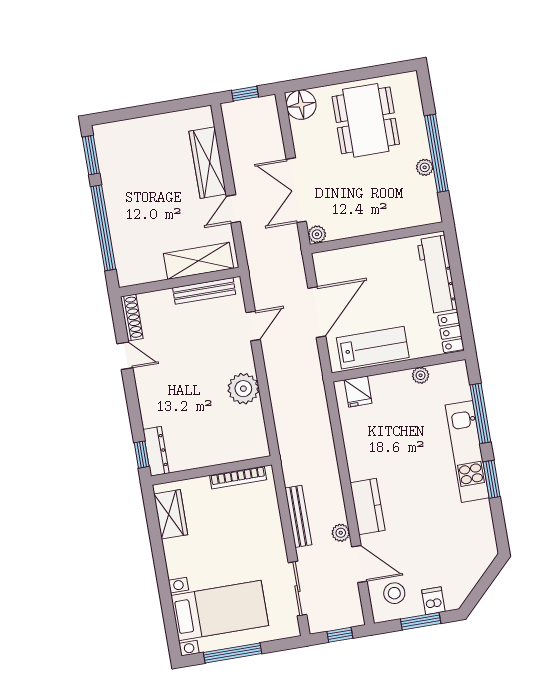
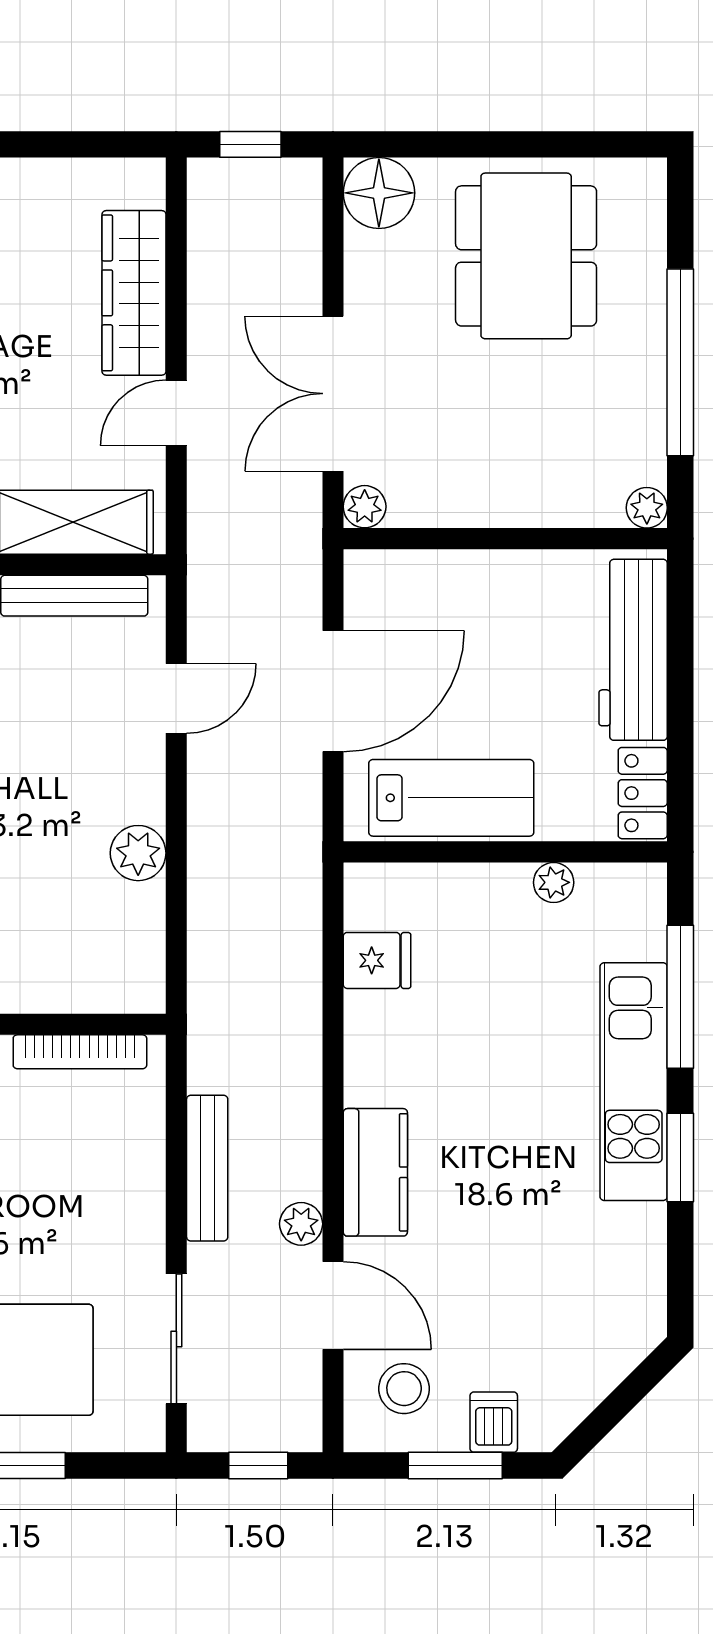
plant: (425, 167) -> (647, 508), moved
plant: (243, 389) -> (138, 853), width x0.73, depth x0.73
fridge: (358, 392) -> (377, 960), moved, turned -90

